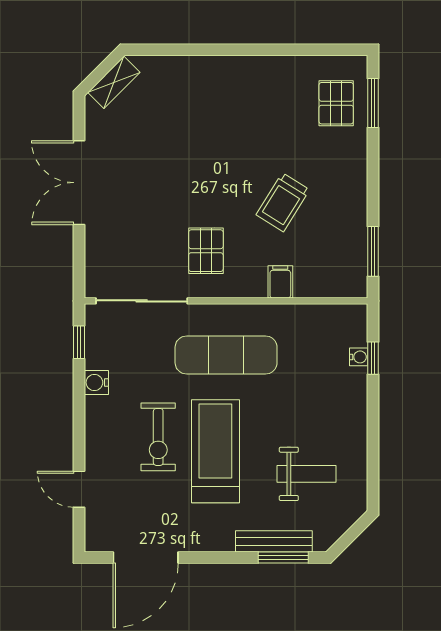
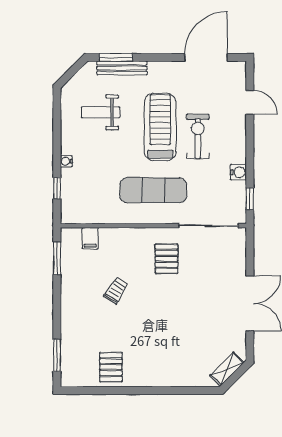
pallet: (336, 103) -> (111, 367), moved
trolley: (283, 202) -> (116, 290), width x0.73, depth x0.72
filing cabinet: (280, 282) -> (90, 238), moved
water cooler: (359, 357) -> (66, 161), moved
treadmill: (215, 451) -> (160, 127), turned 180

